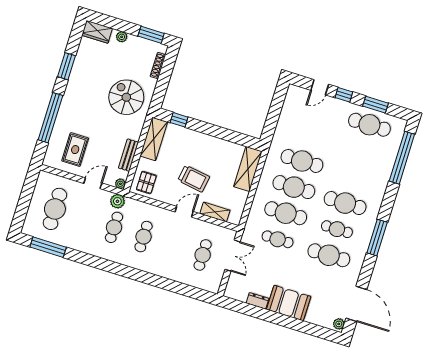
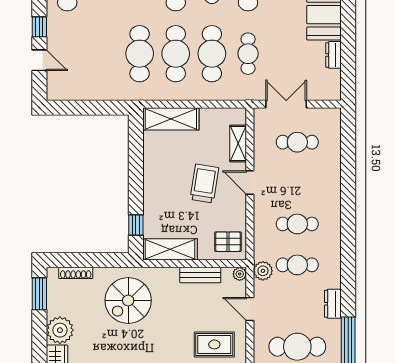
plant: (122, 37) -> (60, 330), width x1.87, depth x1.87
dresser: (78, 244) -> (333, 304), added

